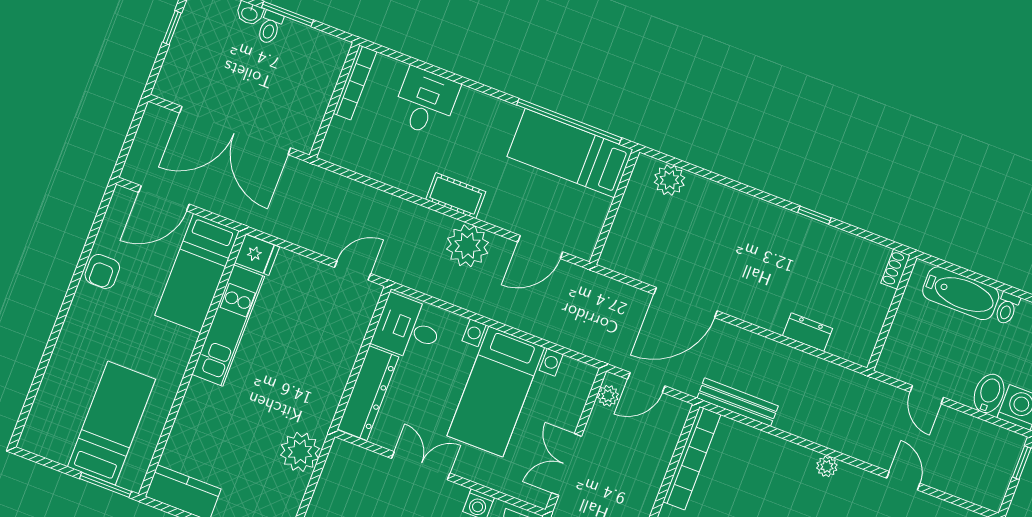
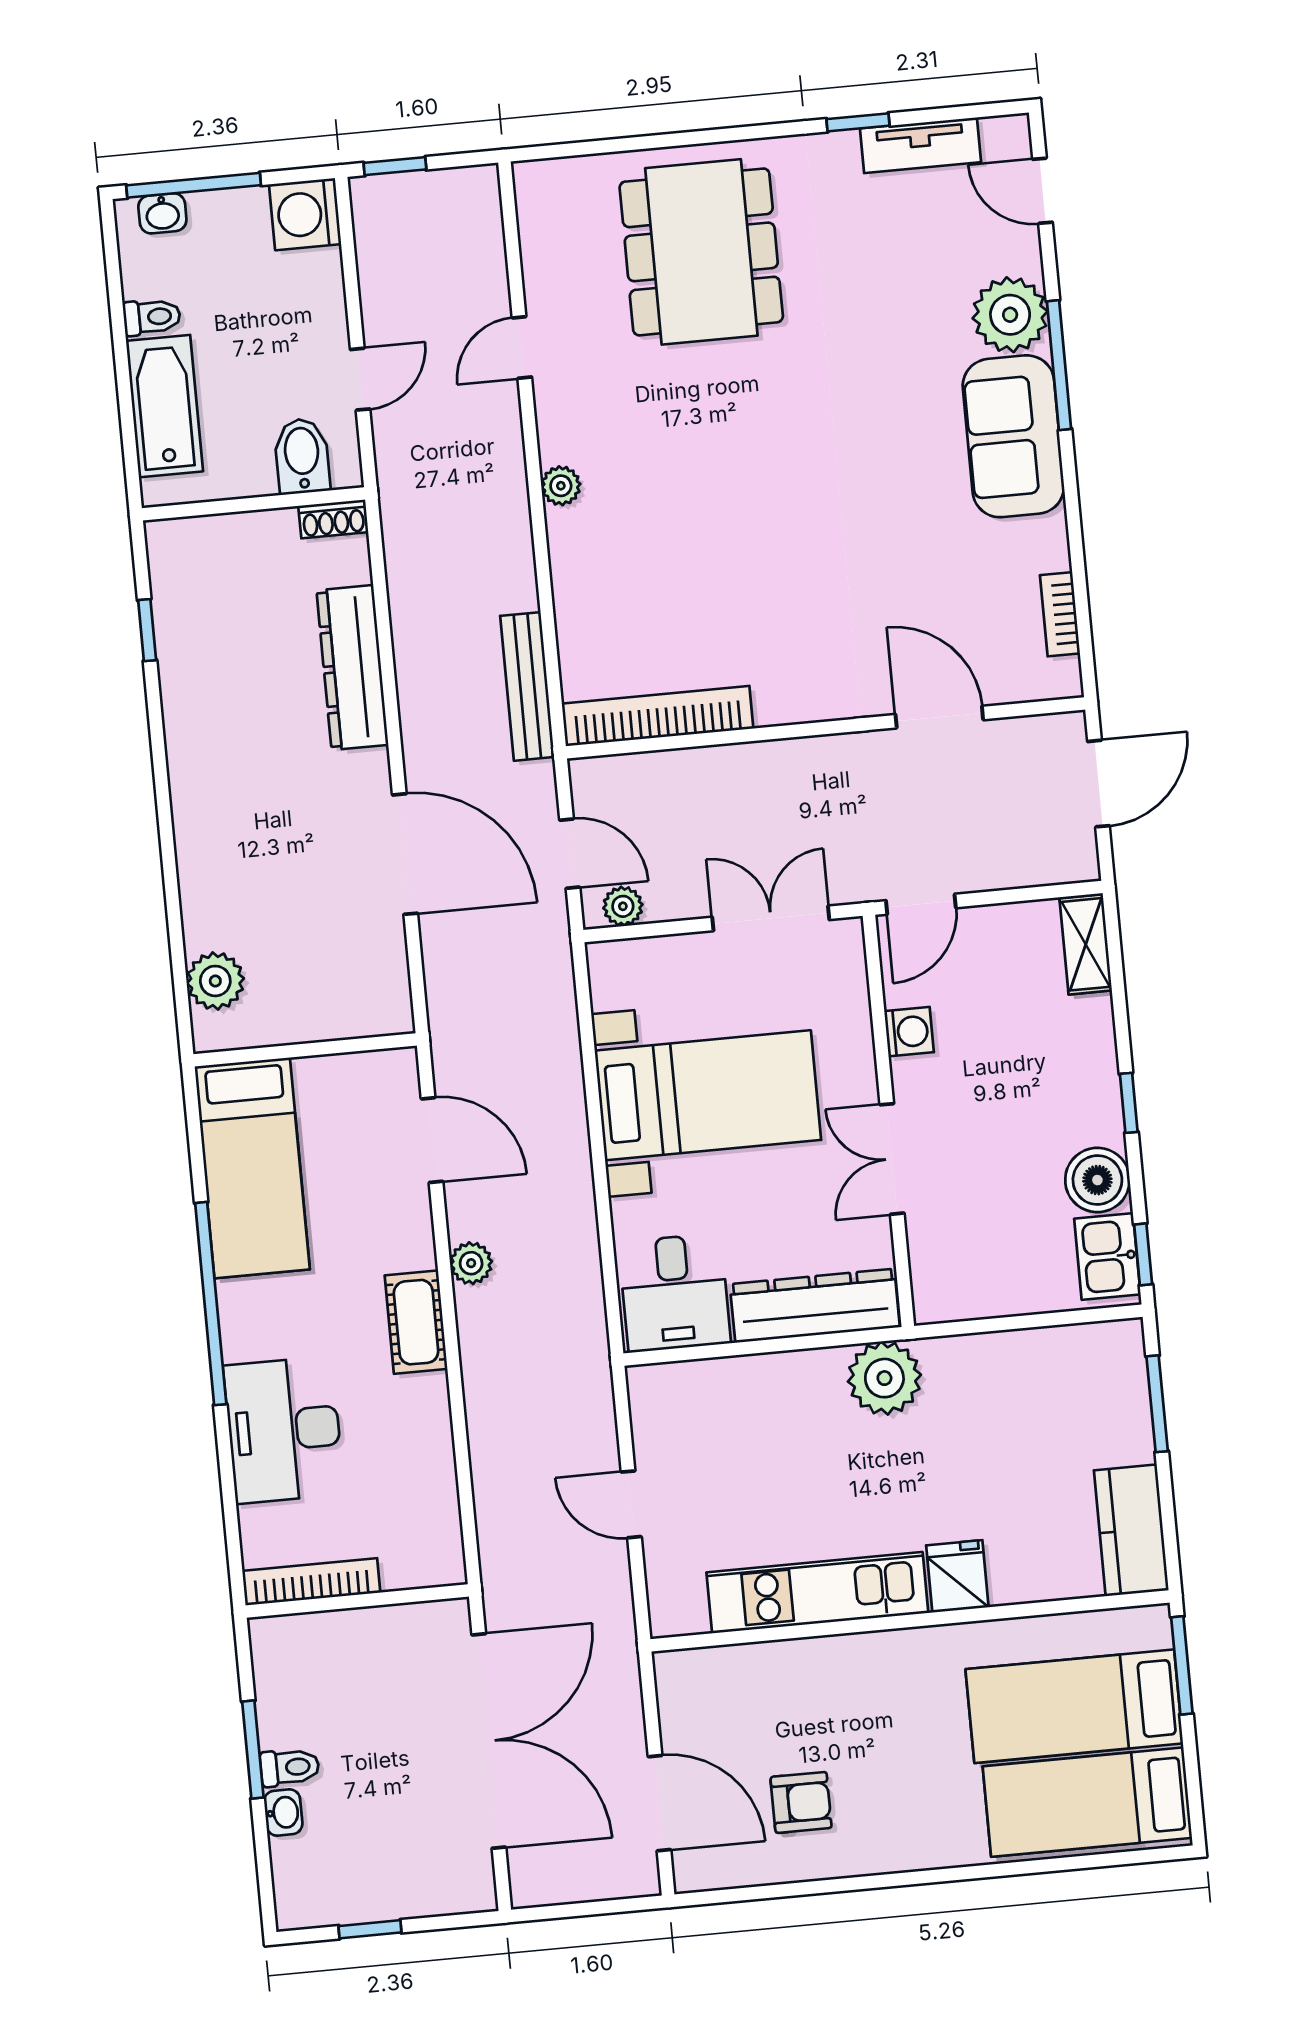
desk: (426, 102) -> (284, 1430), width x1.37
window: (569, 121) -> (211, 1304), moved
window: (814, 215) -> (147, 630), moved
plant: (468, 246) -> (471, 1263), width x0.53, depth x0.53
fridge: (257, 255) -> (957, 1576), moved
shoe rack: (895, 269) -> (333, 519), moved
door: (353, 270) -> (631, 1504), moved
armchair: (102, 271) -> (801, 1802), moved
bed: (197, 273) -> (1087, 1802), moved, turned 180
dresser: (808, 332) -> (352, 668), width x1.96, depth x1.24
bidet: (989, 393) -> (302, 456), moved, turned 90
plant: (300, 452) -> (884, 1378), moved
double door: (567, 465) -> (771, 918), swing flipped

